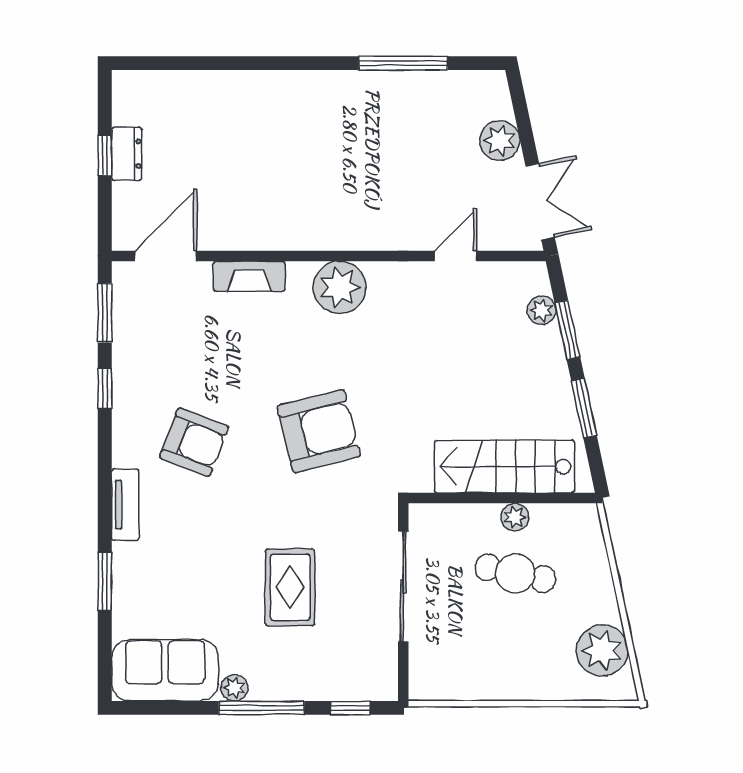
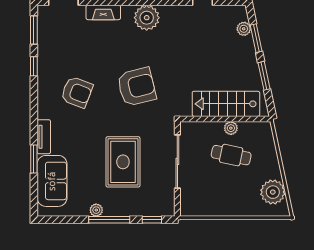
tv unit: (125, 505) -> (44, 137), moved
rug: (290, 587) -> (123, 162), width x1.36, depth x1.43
sofa: (165, 670) -> (52, 181), moved, turned 90

